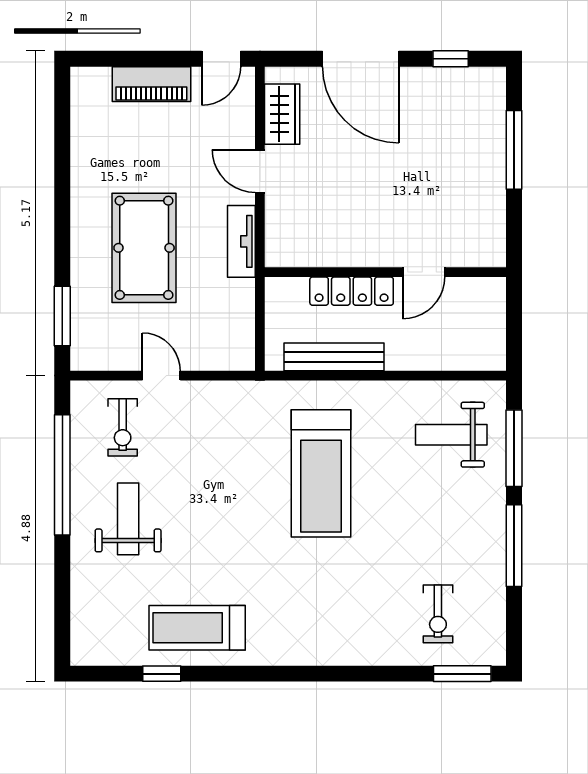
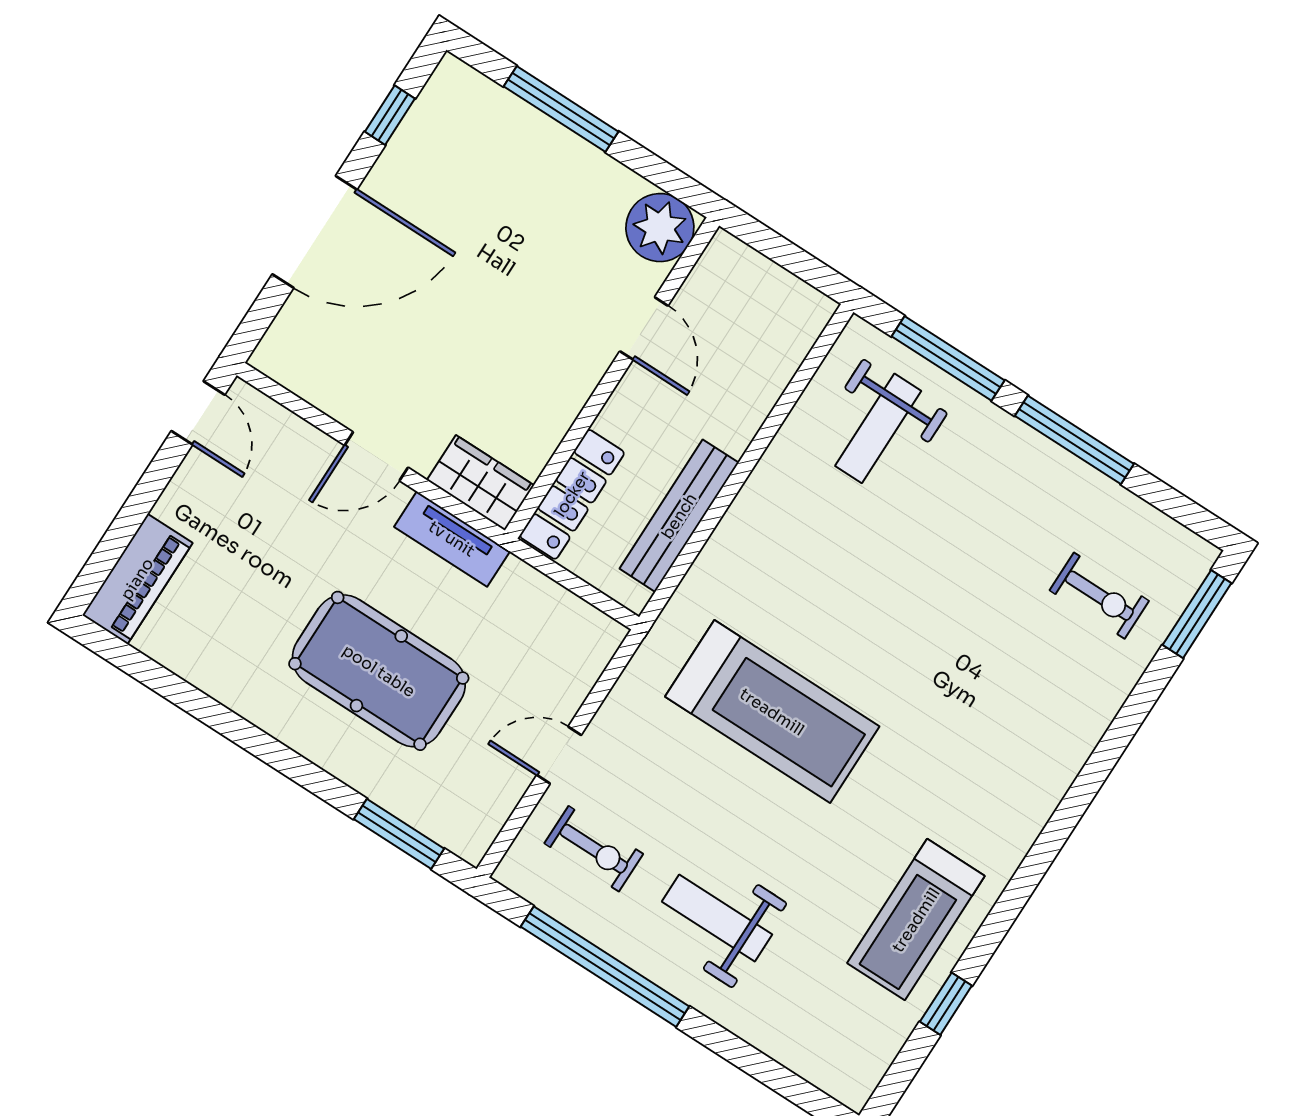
piano: (151, 84) -> (137, 579), moved
wardrobe: (282, 114) -> (480, 483), moved
plant: (484, 245) -> (660, 228), added
locker: (352, 291) -> (572, 494), moved
treadmill: (321, 473) -> (772, 712), moved

